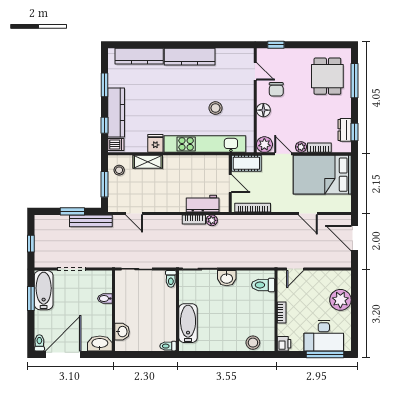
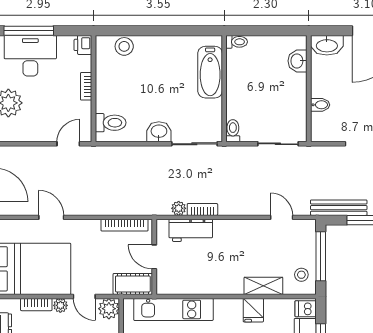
kitchen unit: (205, 144) -> (173, 309), width x0.73
window: (104, 184) -> (321, 256), width x1.44

